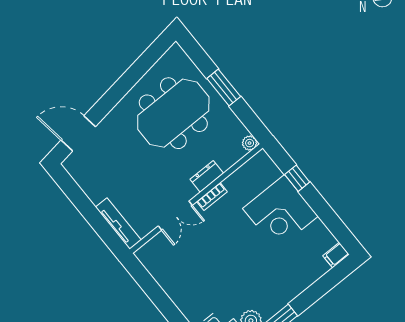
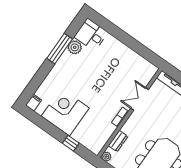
dresser: (207, 176) -> (118, 141), moved
corner desk: (280, 212) -> (65, 112), moved

